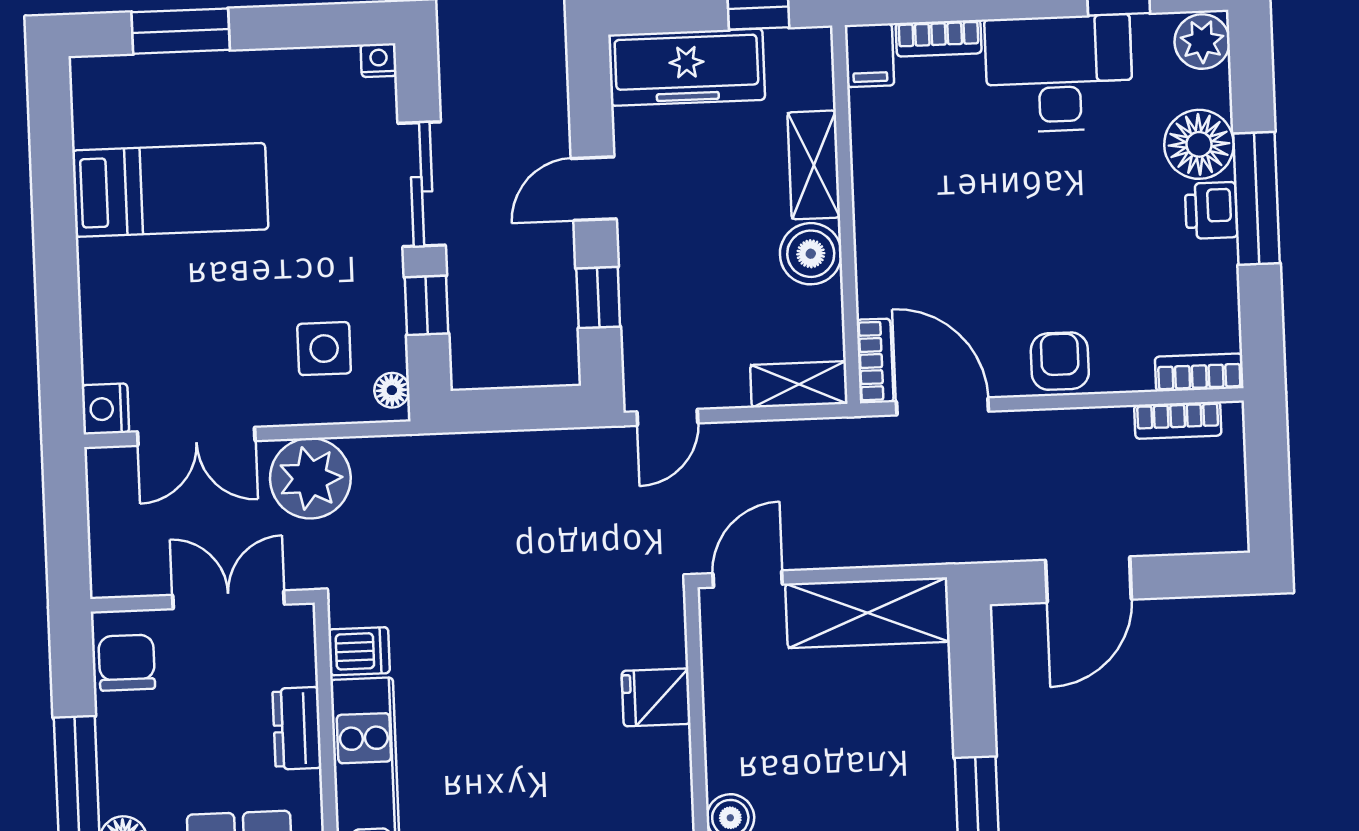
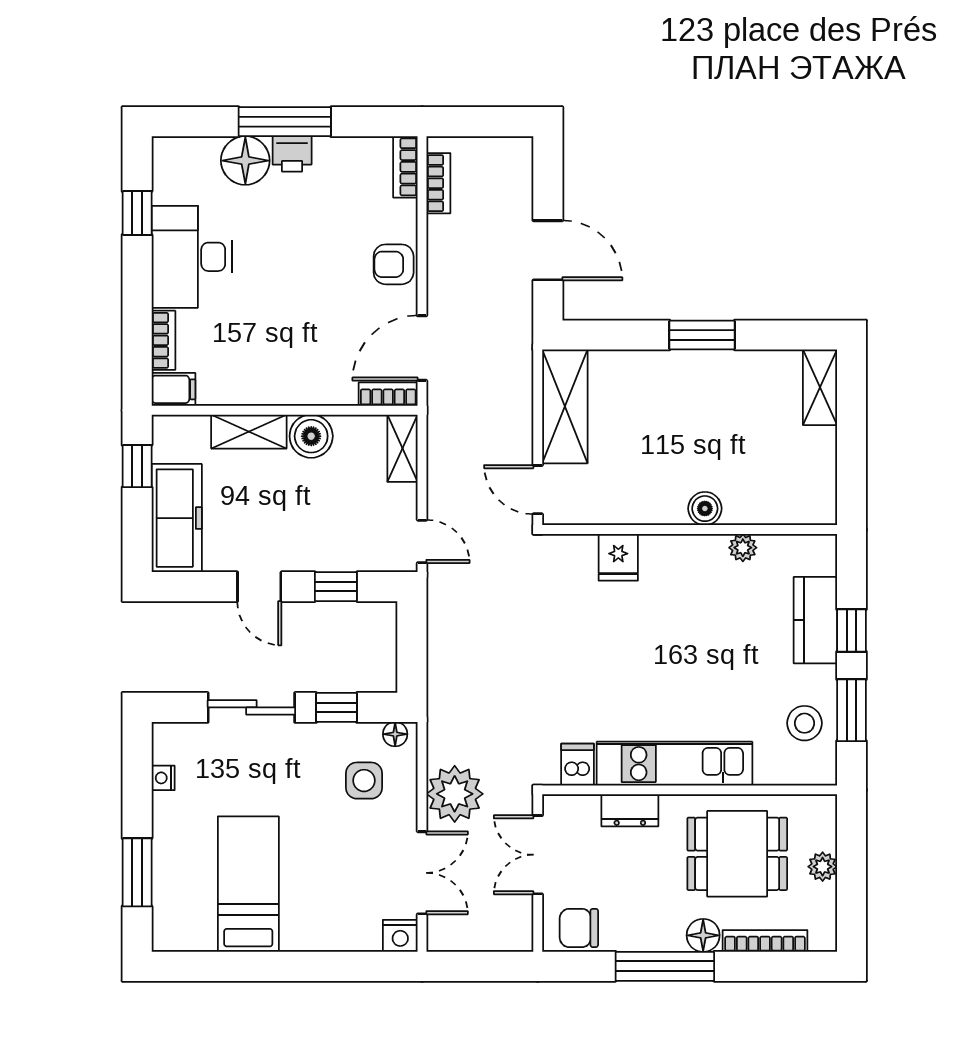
plant: (1202, 42) -> (173, 155), removed
nightstand: (379, 60) -> (163, 778), moved

